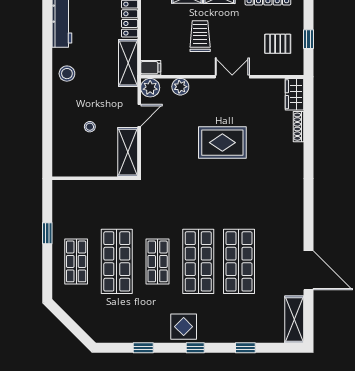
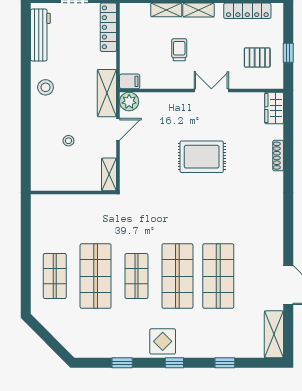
trolley: (200, 36) -> (179, 50), width x0.73, depth x0.72
shelving: (128, 63) -> (107, 93), moved
plant: (180, 87) -> (159, 101), removed
shoe rack: (299, 127) -> (278, 156), moved
shelving: (128, 152) -> (109, 174), width x0.67, depth x0.75
window: (47, 233) -> (26, 248), removed

